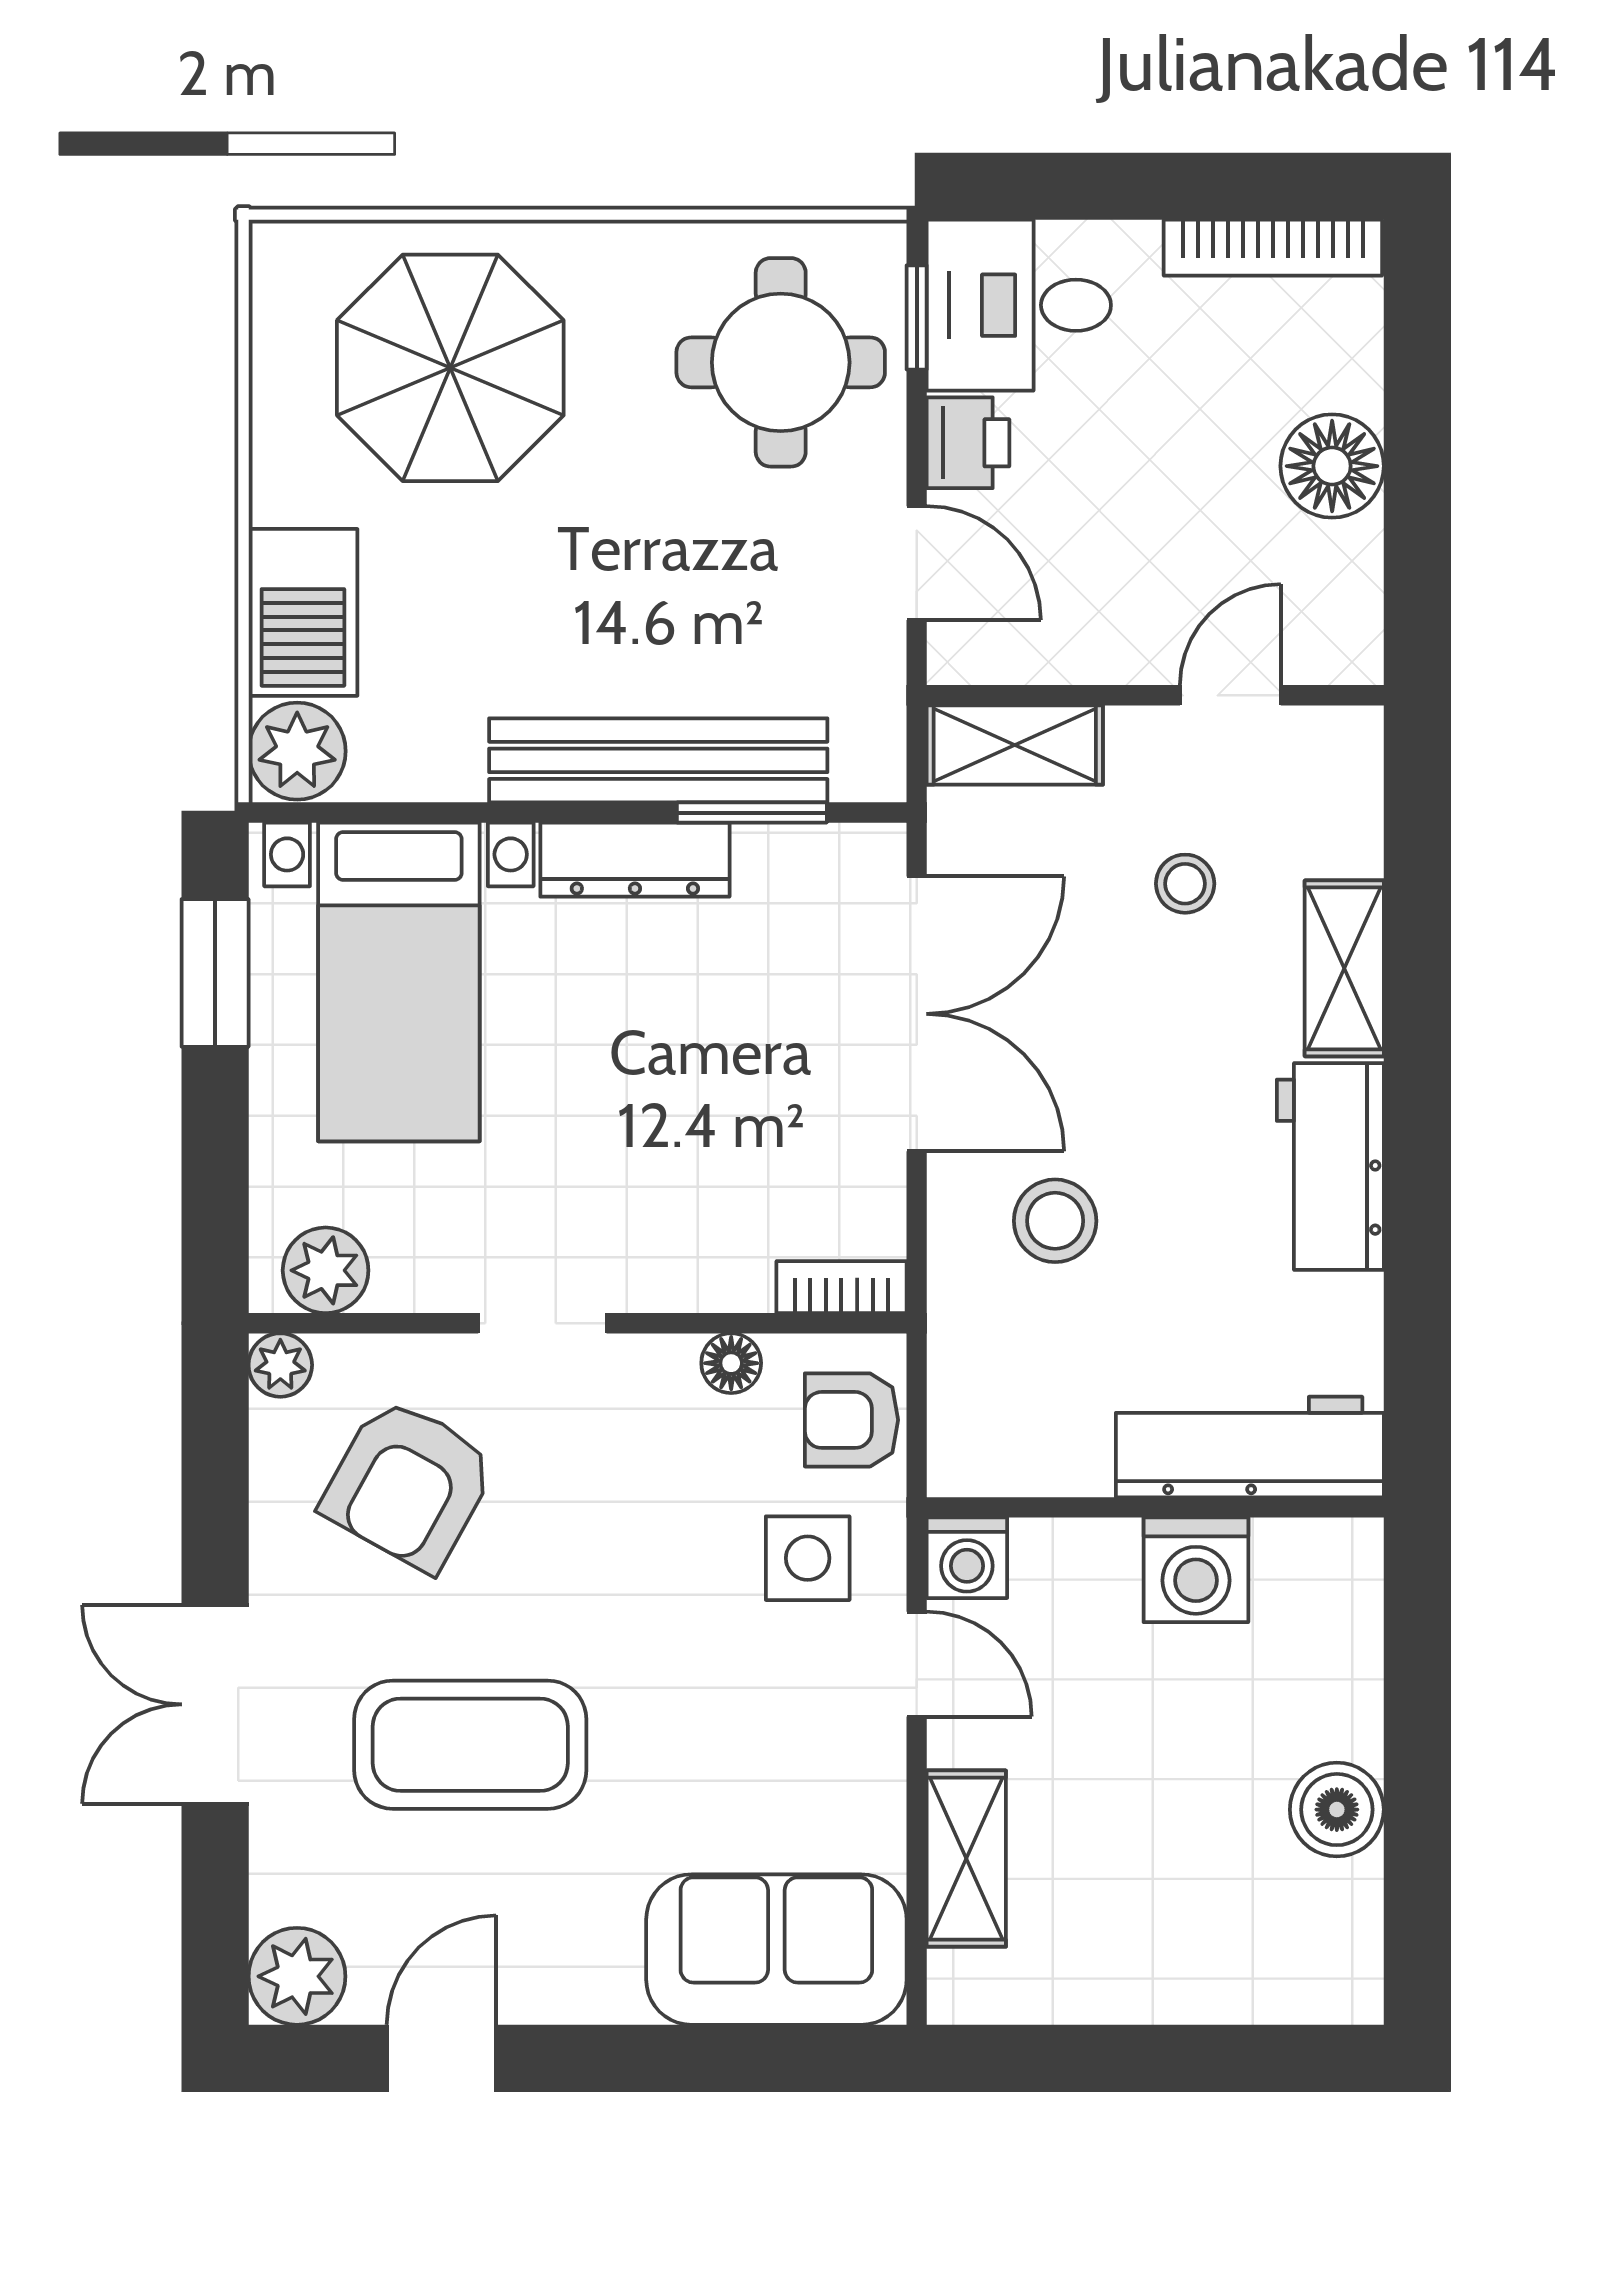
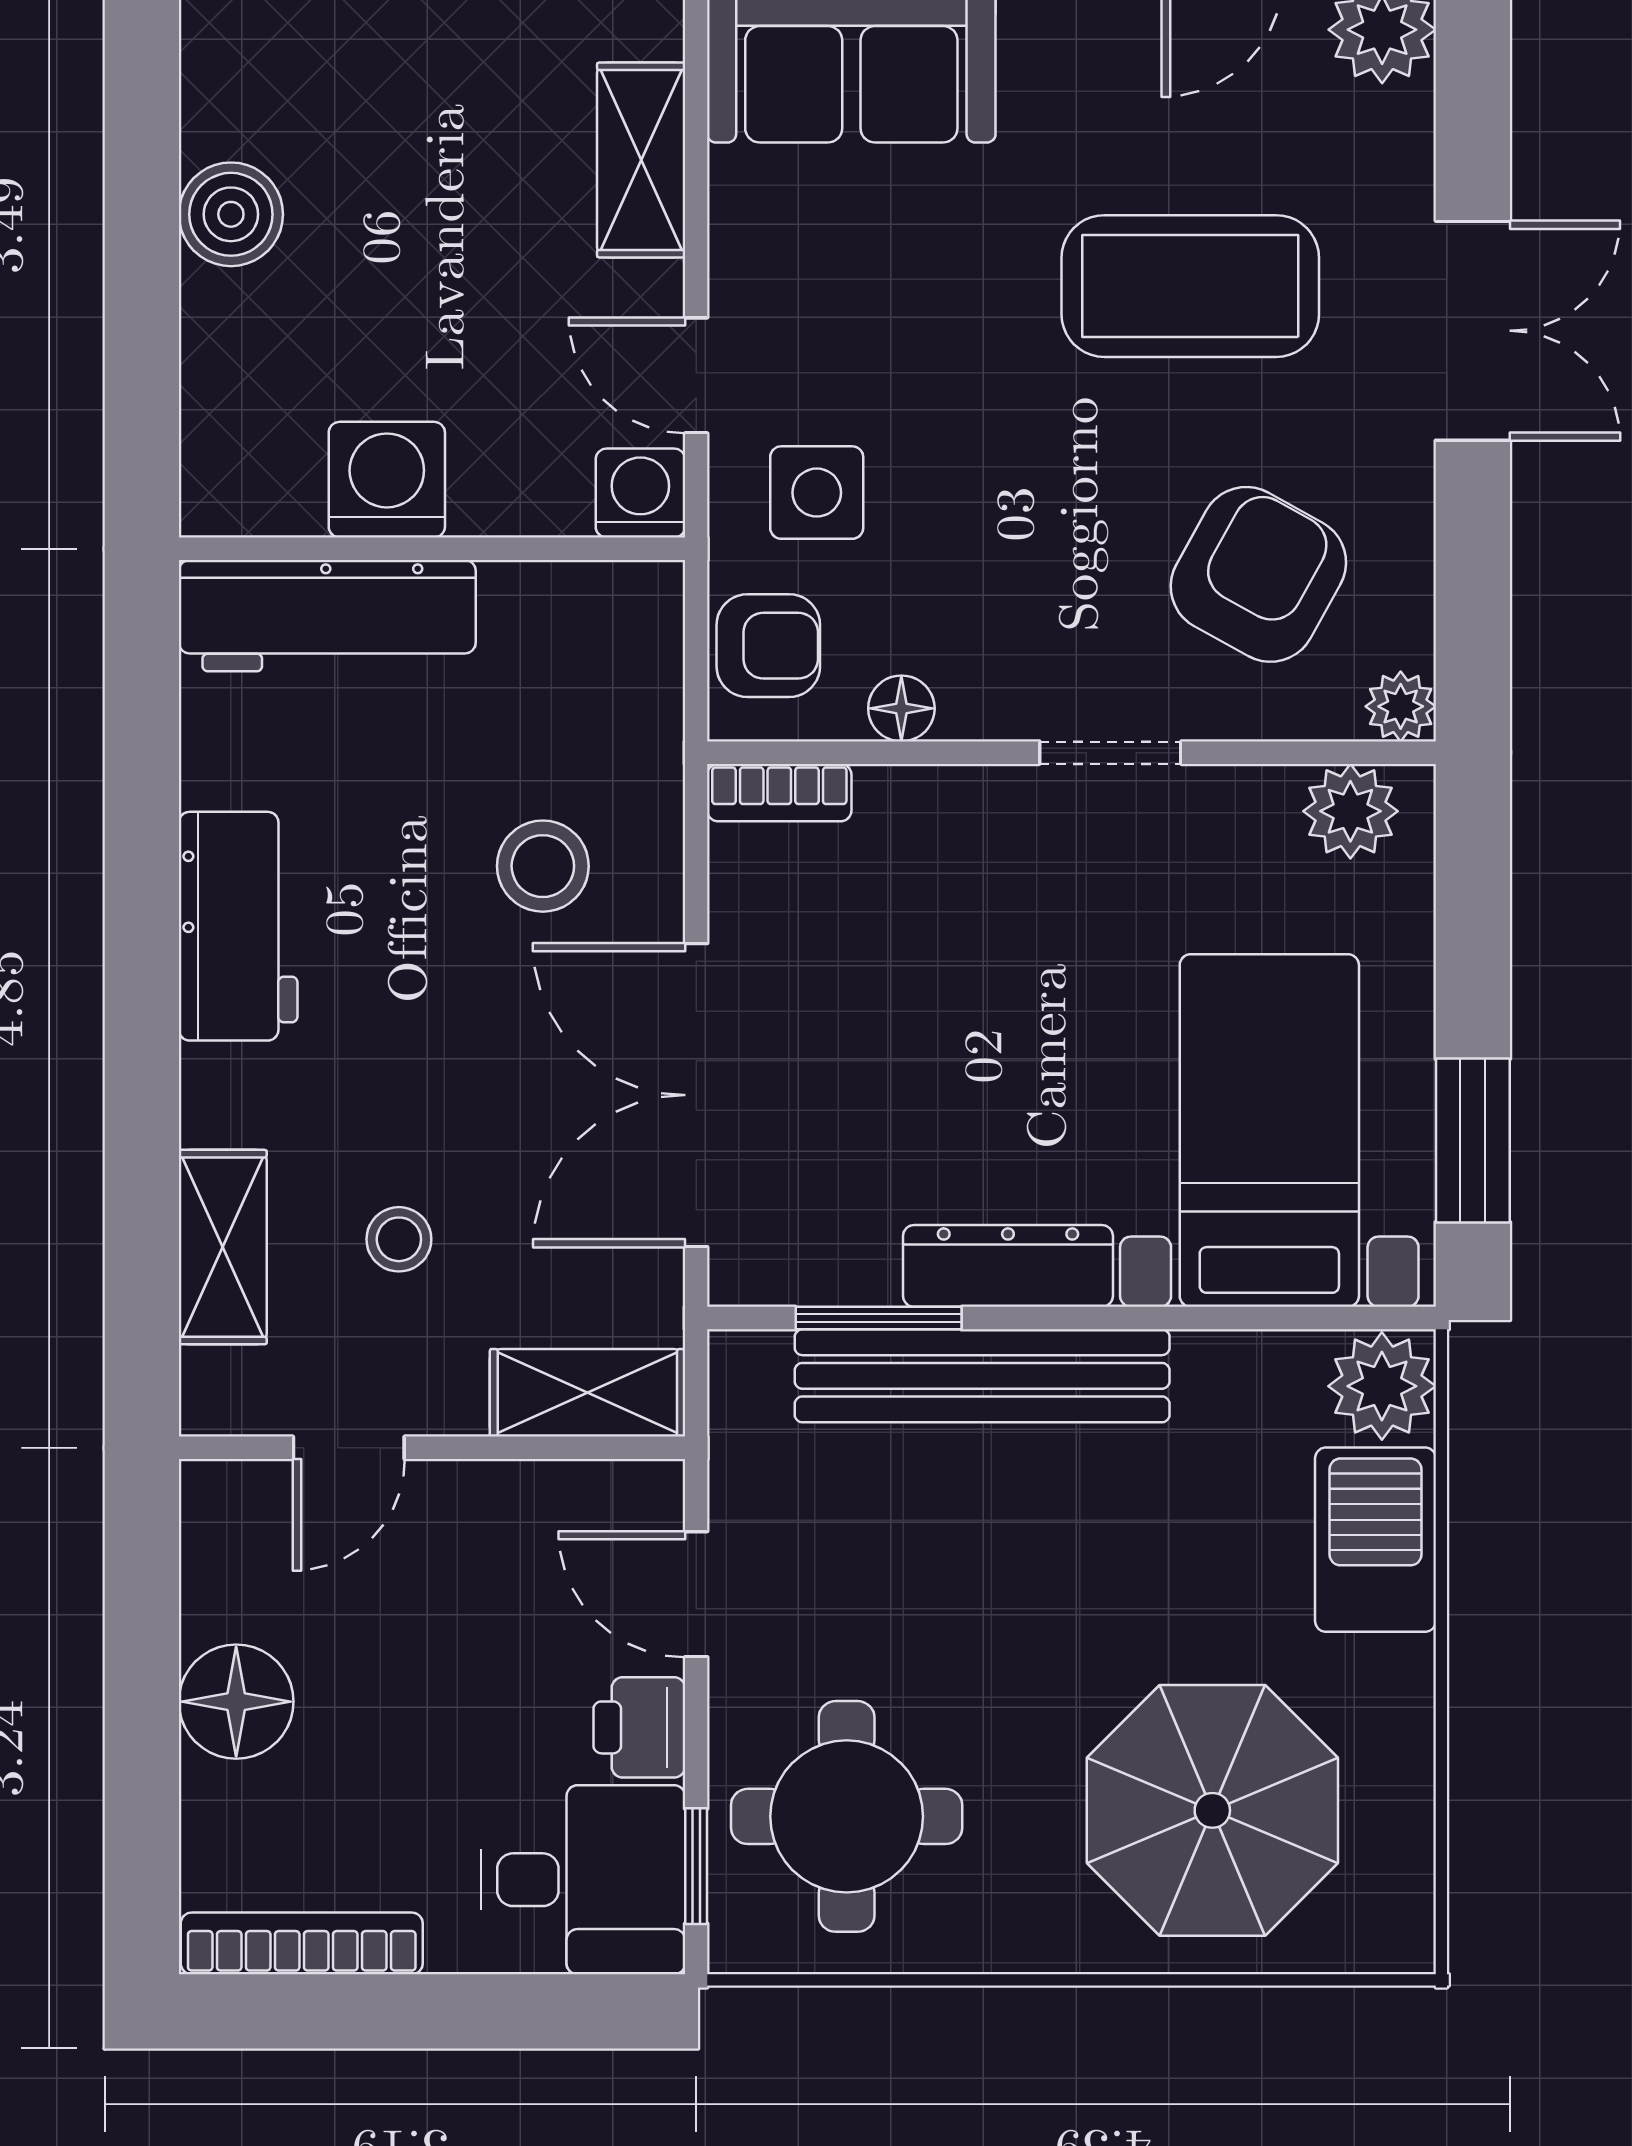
shelving: (1344, 968) -> (223, 1247), moved

